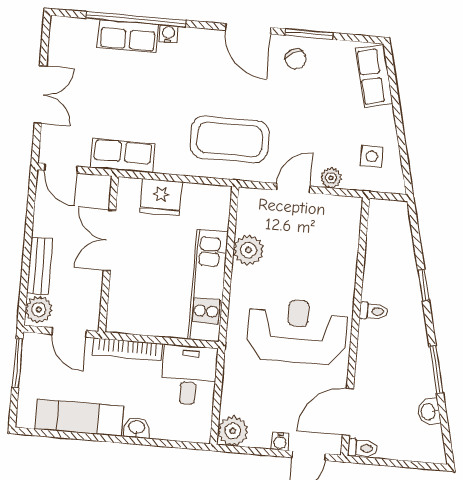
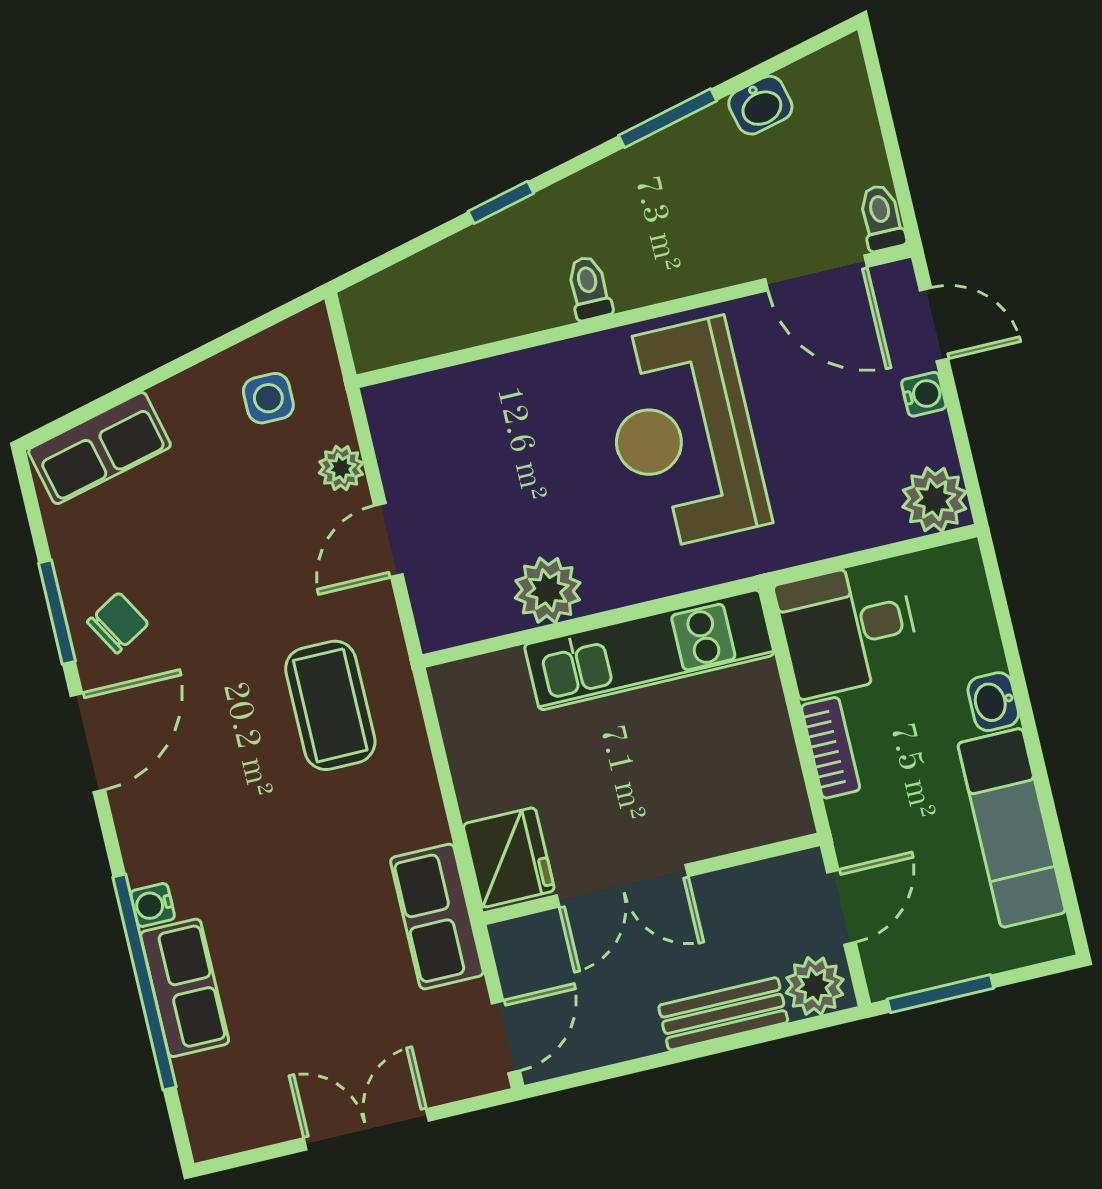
coffee table: (230, 139) -> (330, 705), width x0.73, depth x0.76
door: (293, 188) -> (388, 540), hinge flipped
fridge: (161, 197) -> (509, 857), moved
bookcase: (127, 349) -> (831, 748), width x0.64

